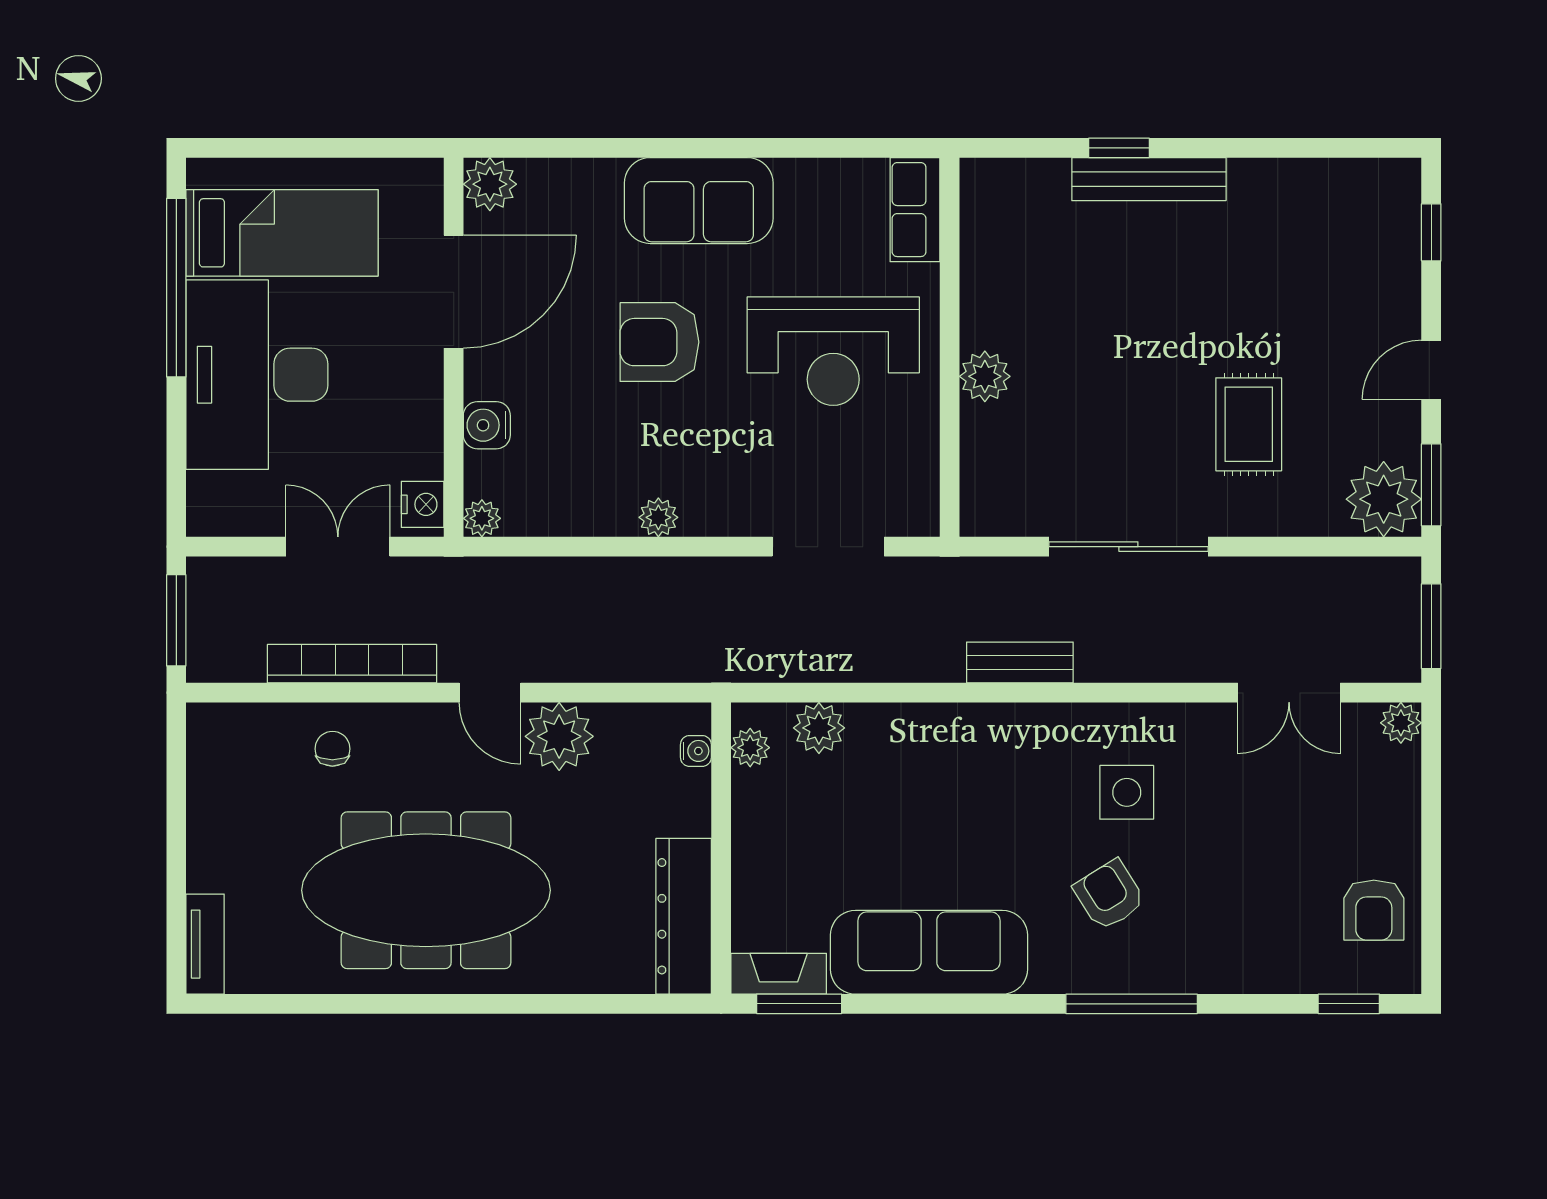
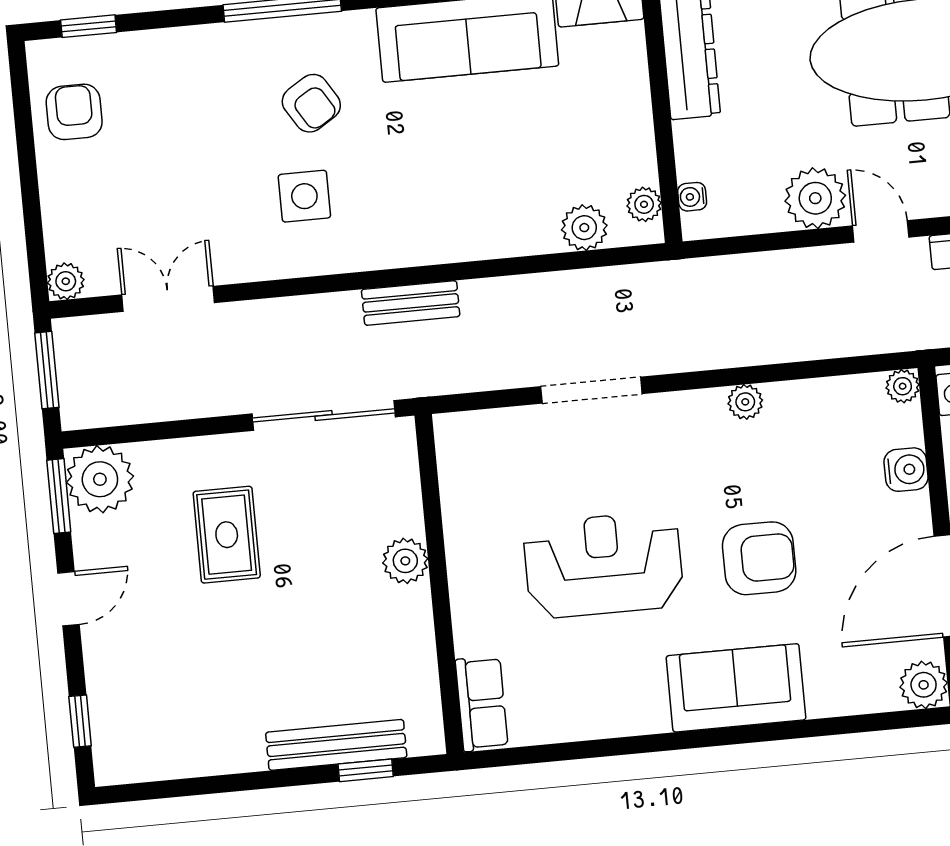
row of seats: (915, 210) -> (482, 704), moved
wall: (950, 347) -> (439, 584), moved
plant: (985, 376) -> (405, 561), moved

